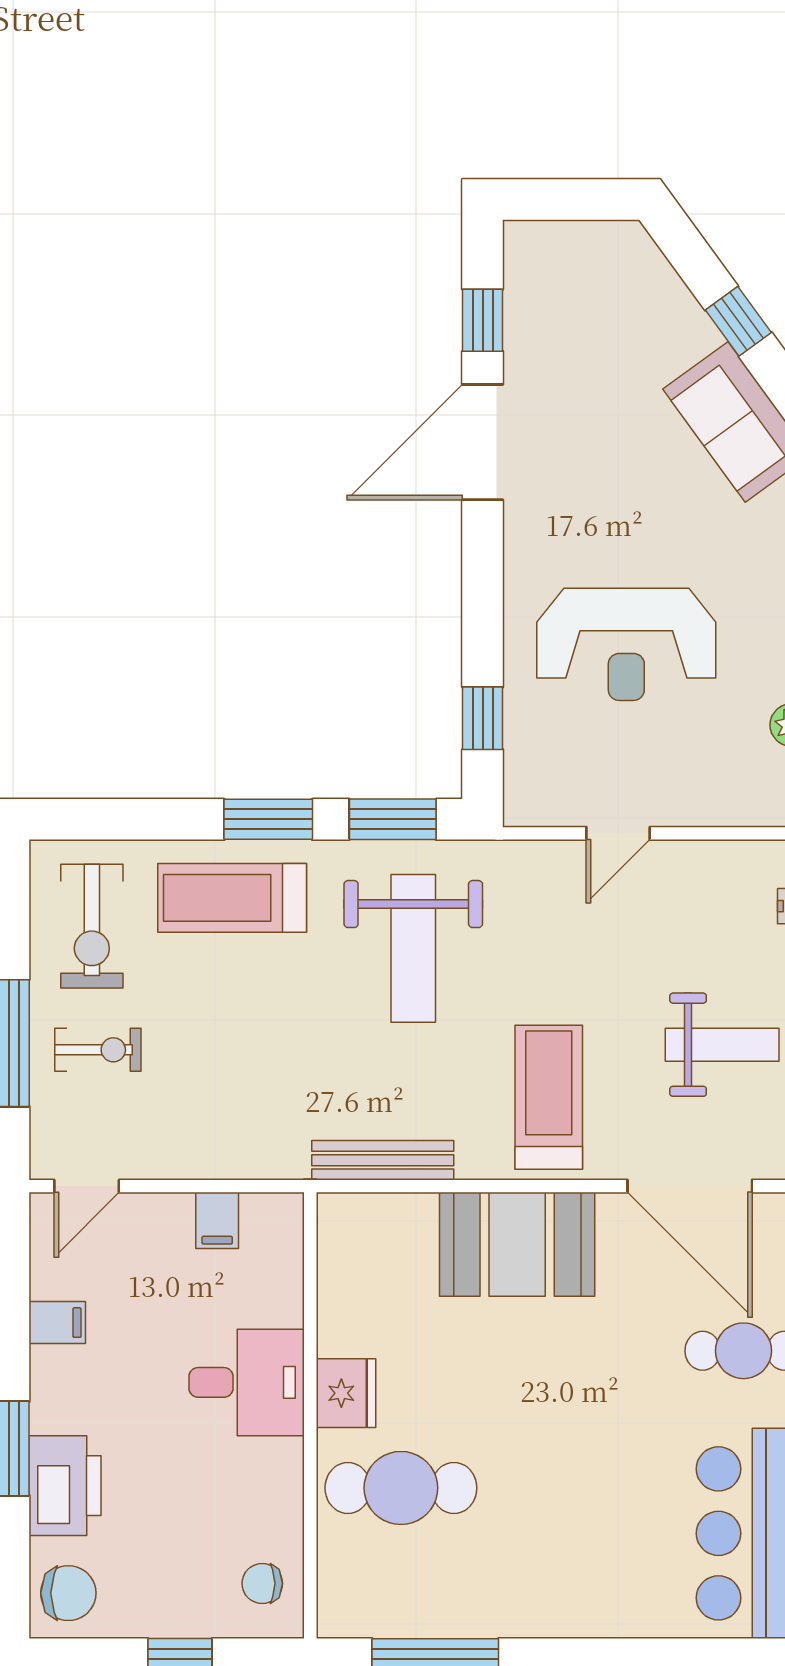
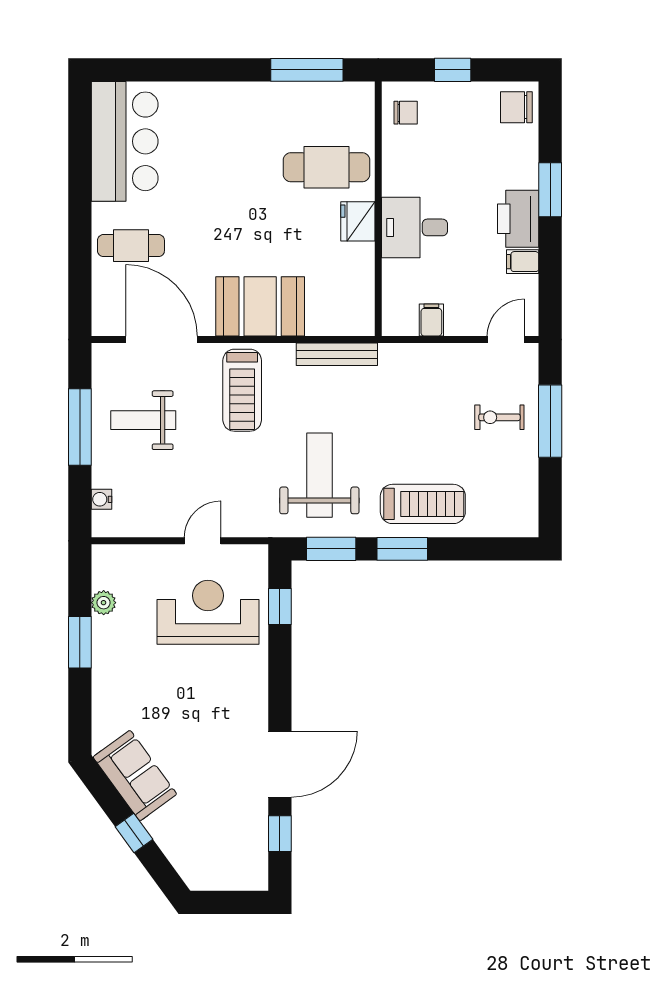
reception desk: (626, 644) -> (208, 612), moved
exercise bike: (92, 926) -> (503, 488), removed
printer: (65, 1486) -> (518, 219), moved

